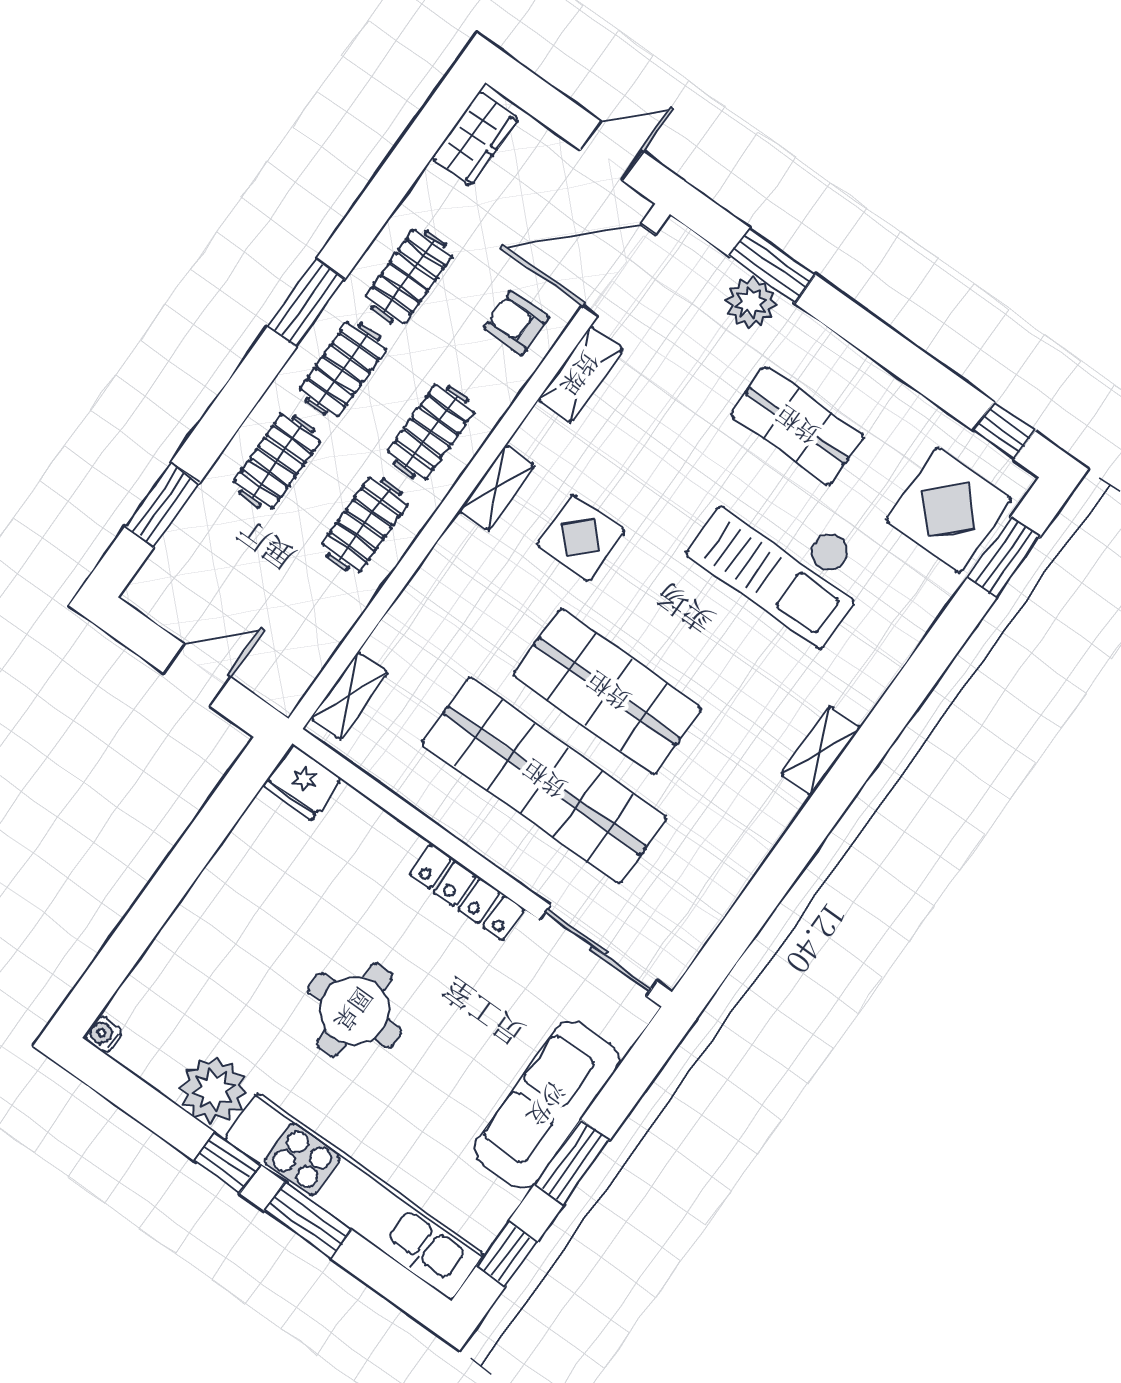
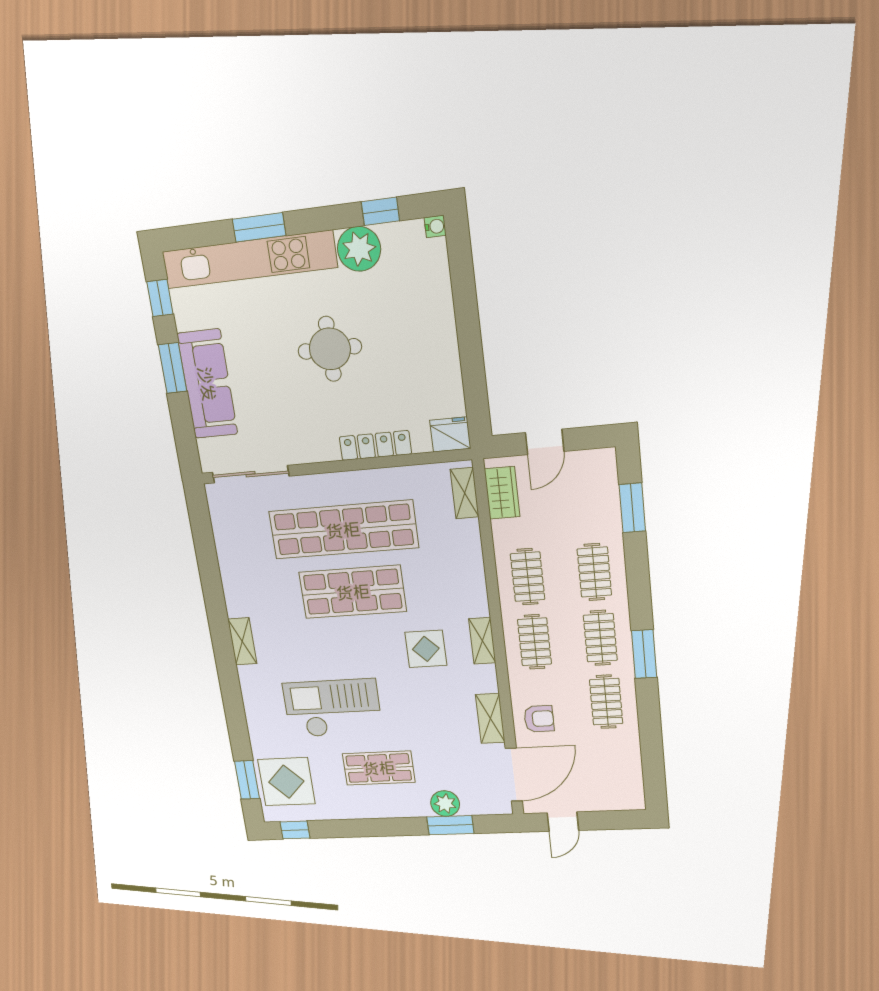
wardrobe: (475, 138) -> (502, 493), moved, turned 180
locker: (467, 892) -> (375, 445), moved
window: (227, 1163) -> (380, 211), moved

